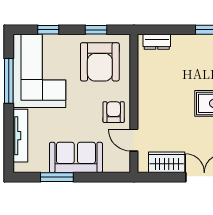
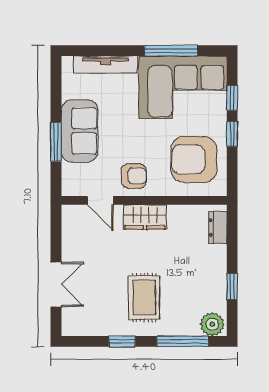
window: (96, 30) -> (232, 134), moved
door: (134, 140) -> (100, 200), swing flipped
wardrobe: (167, 162) -> (145, 217), moved, turned 90
window: (57, 177) -> (56, 142), moved

